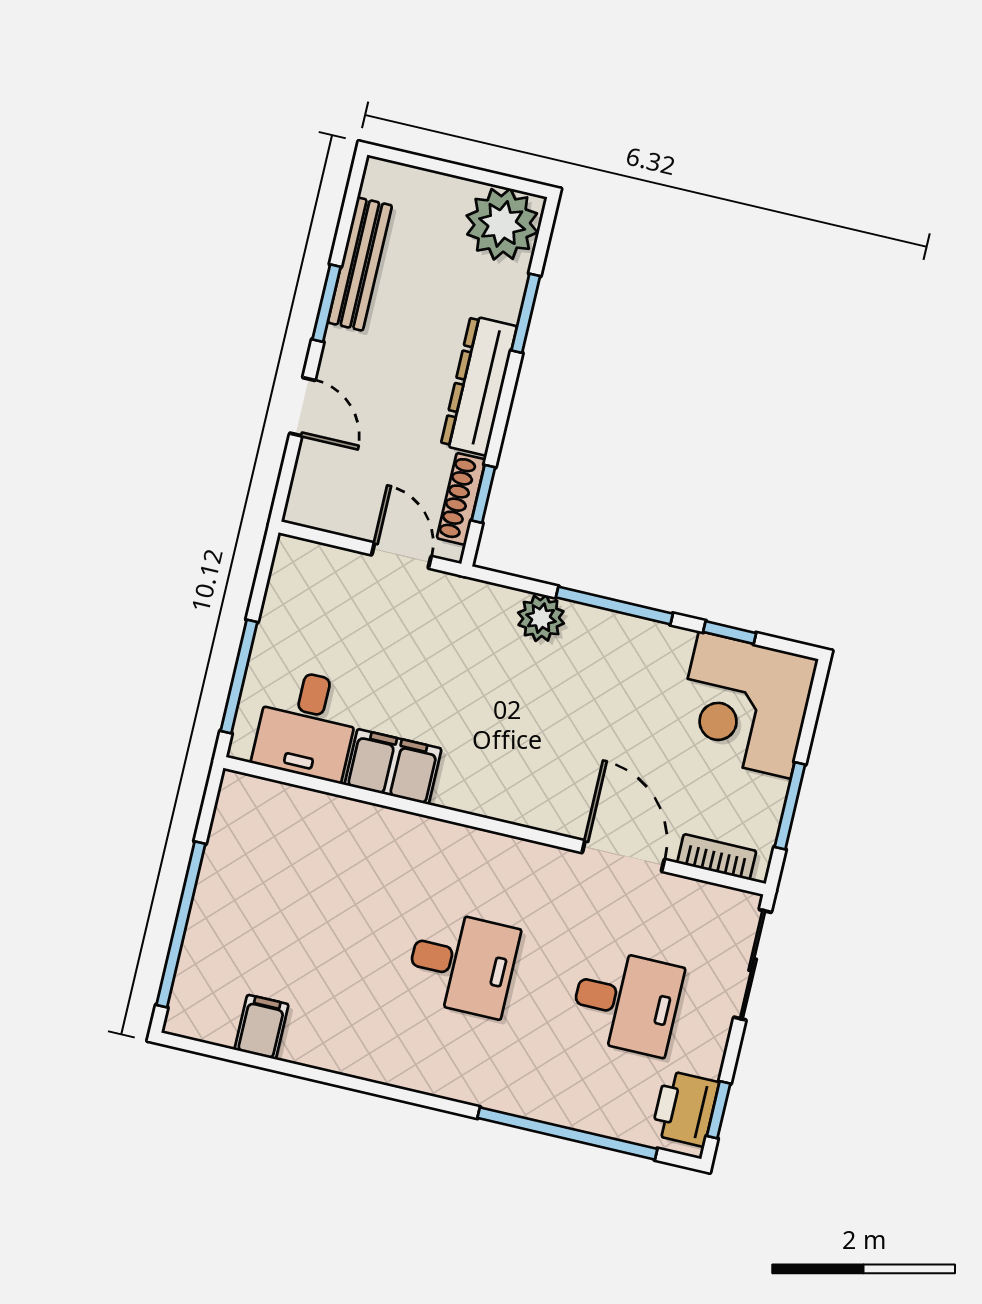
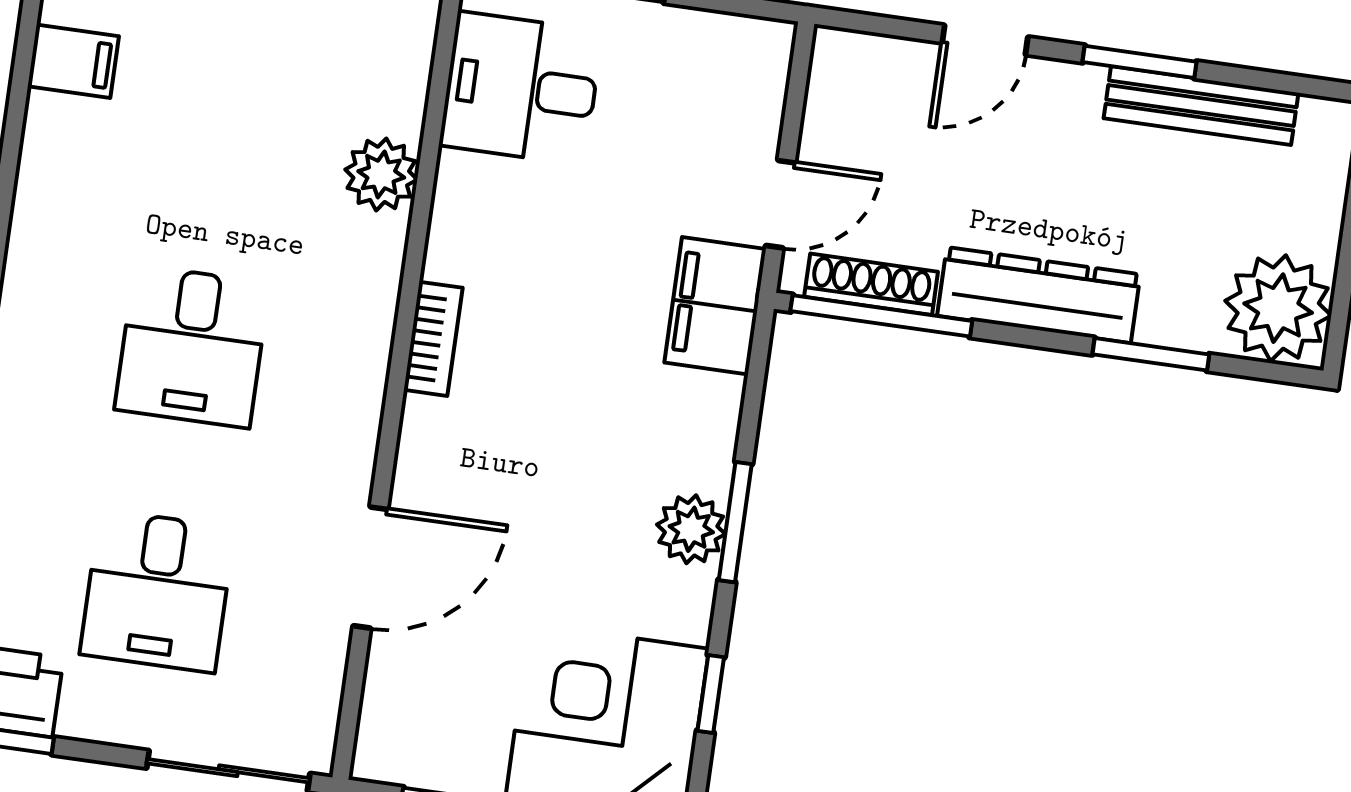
window: (483, 494) -> (881, 316), width x2.17
window: (614, 606) -> (735, 522), width x0.69
plant: (541, 618) -> (691, 529), moved
filing cabinet: (393, 767) -> (715, 306), moved, turned 180
plant: (357, 825) -> (381, 174), added
bookcase: (717, 857) -> (433, 339), moved

